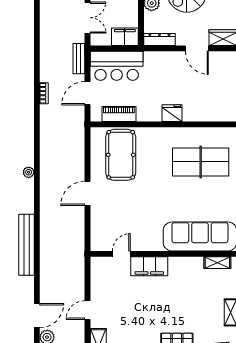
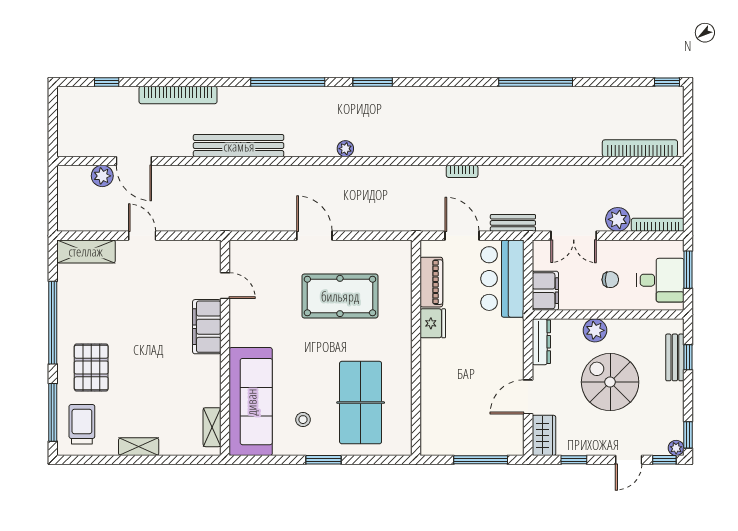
fridge: (172, 113) -> (433, 323), moved
pool table: (121, 155) -> (340, 296), moved
stool: (212, 201) -> (303, 420), added

